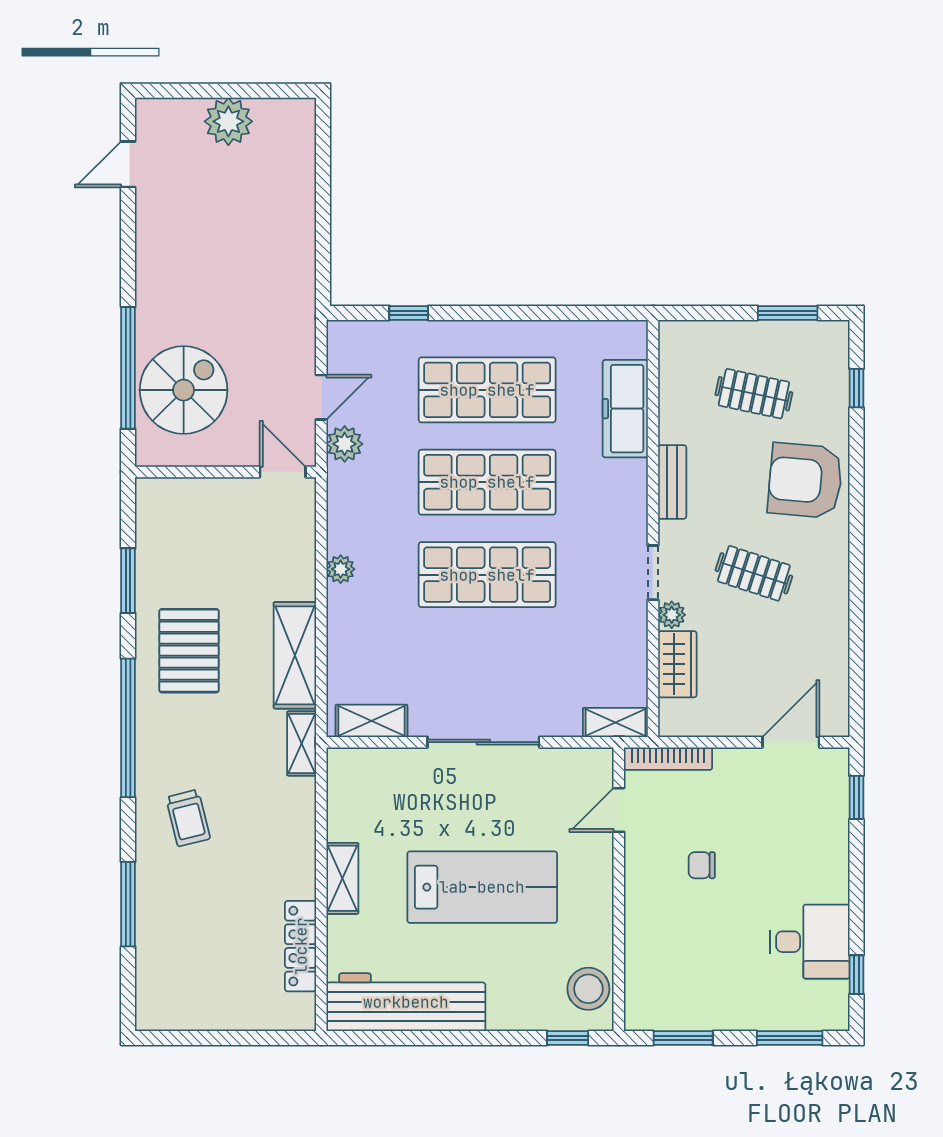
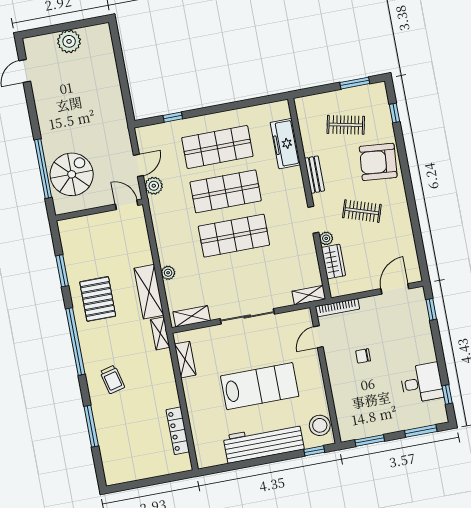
plant: (341, 569) -> (168, 273), moved
shelving: (342, 878) -> (185, 360), moved
workbench: (406, 1002) -> (264, 443), moved

